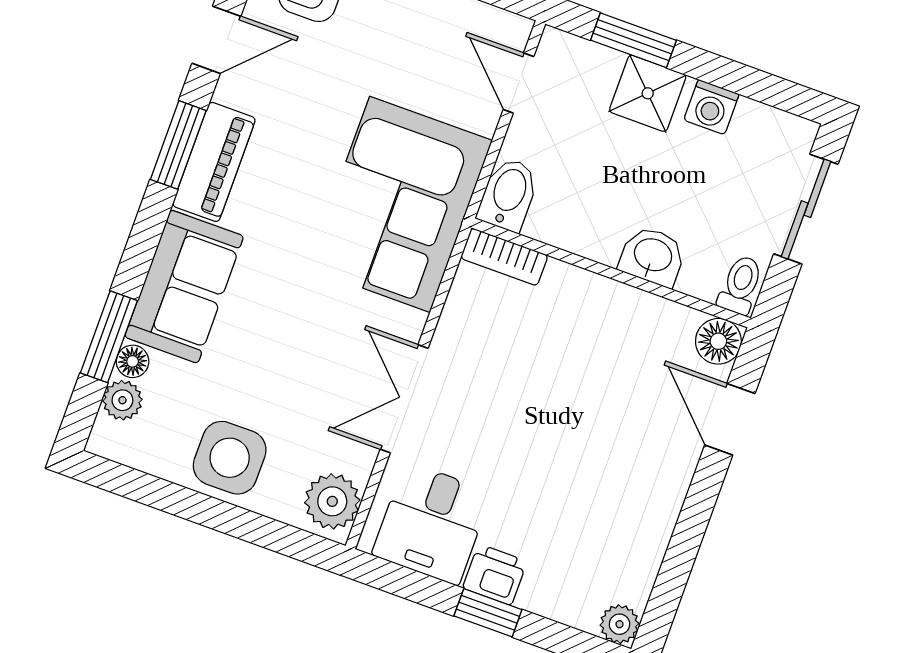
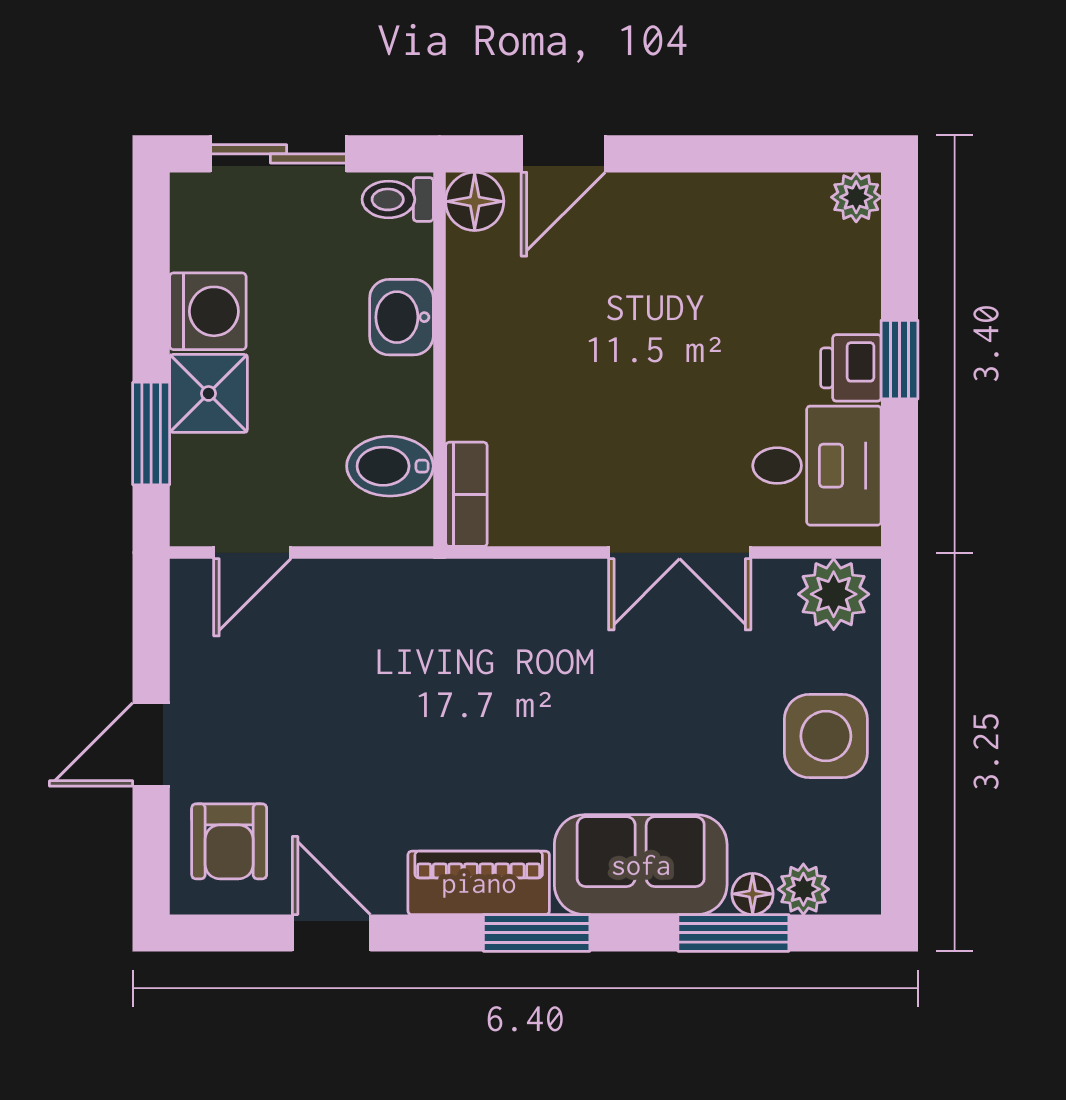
washing machine: (711, 107) -> (208, 311), width x1.38, depth x1.38
window: (178, 145) -> (537, 933), moved
bidet: (508, 194) -> (390, 466), moved
corner sofa: (400, 204) -> (449, 642), removed

